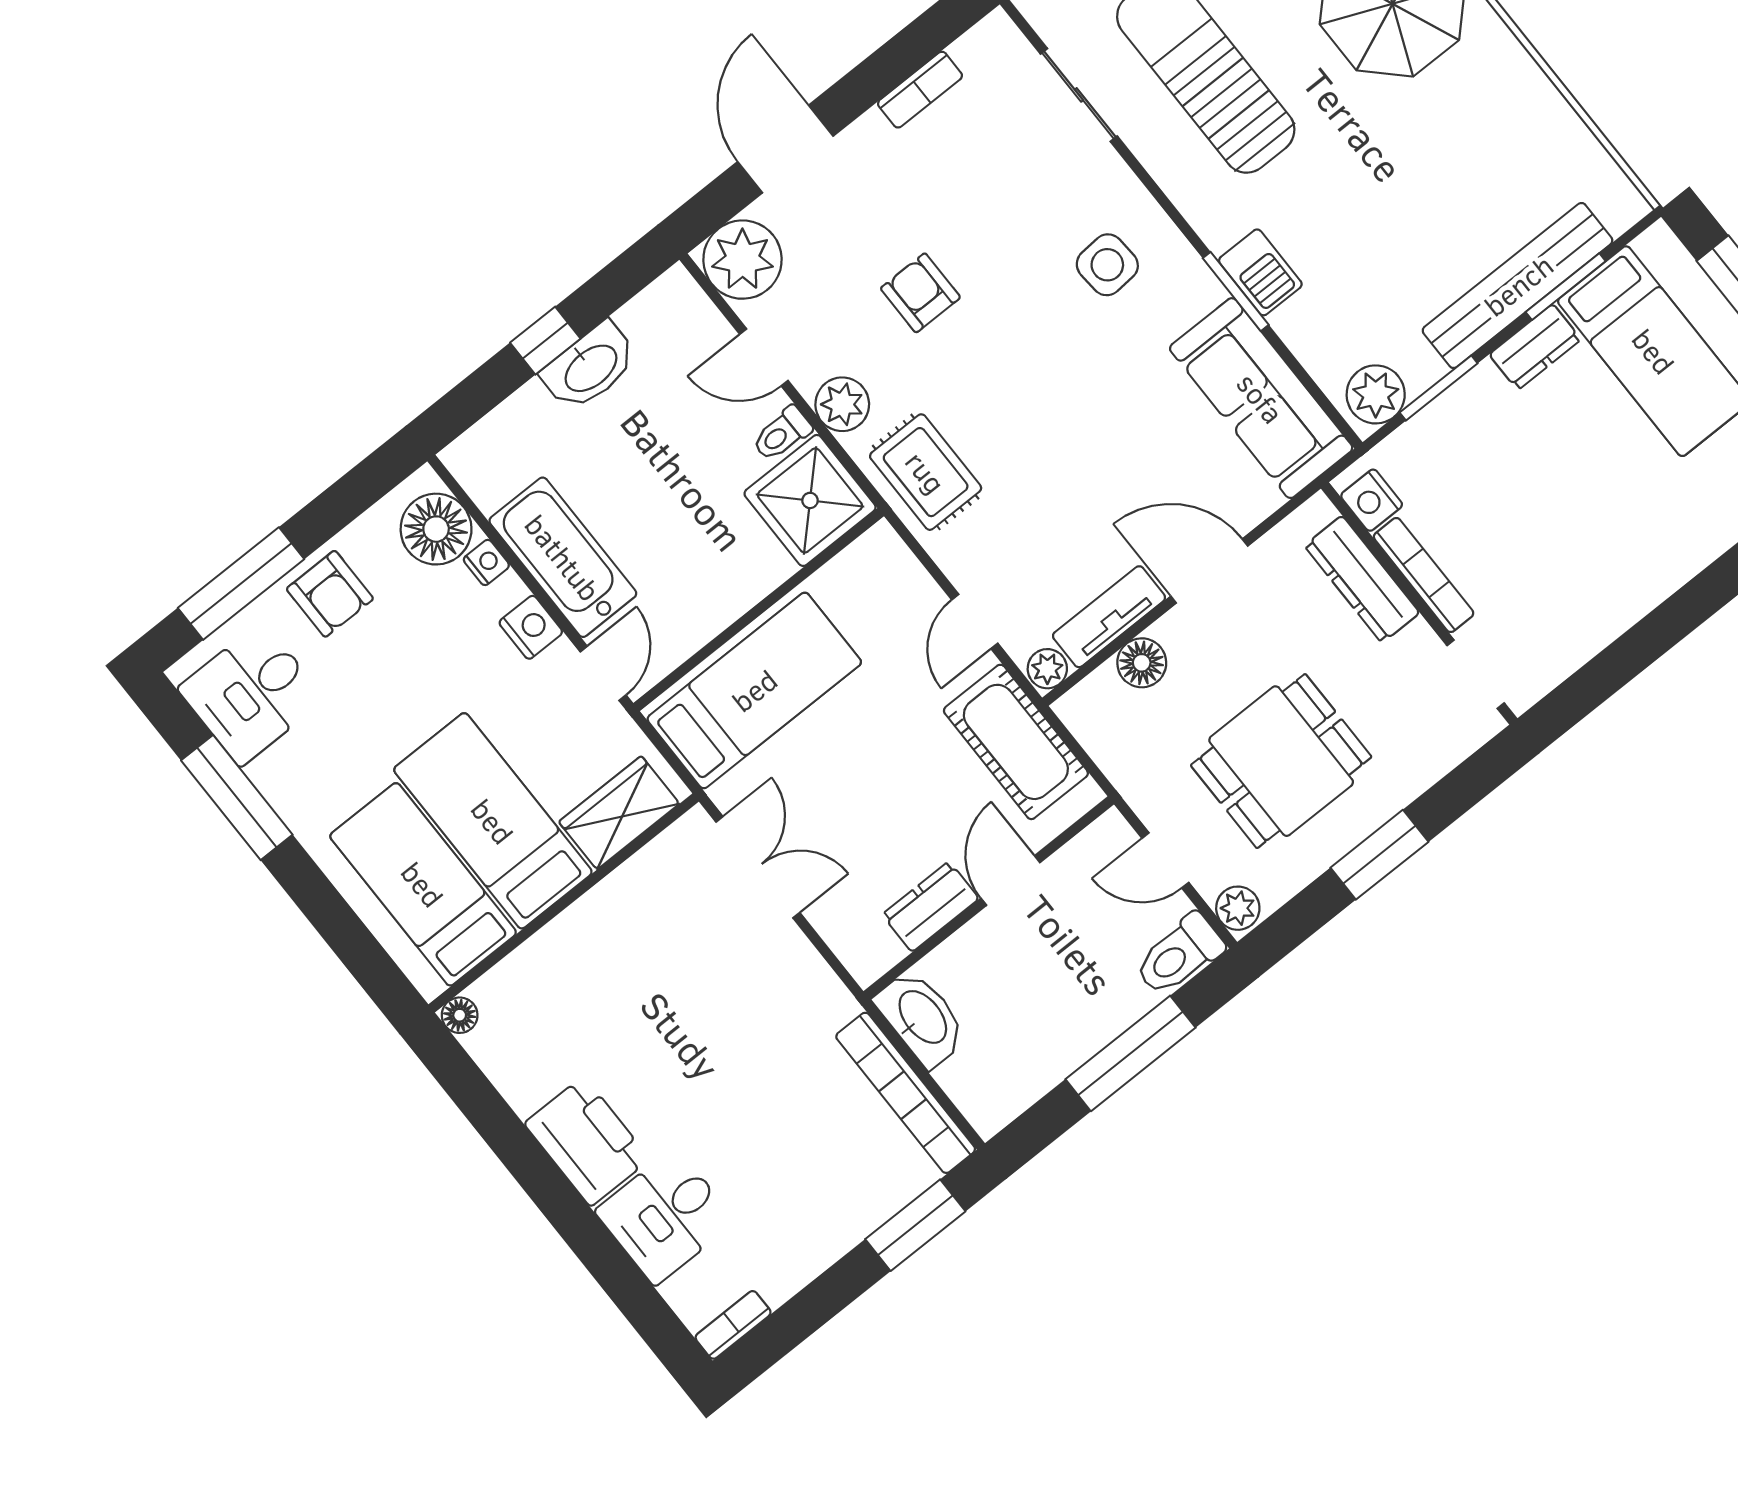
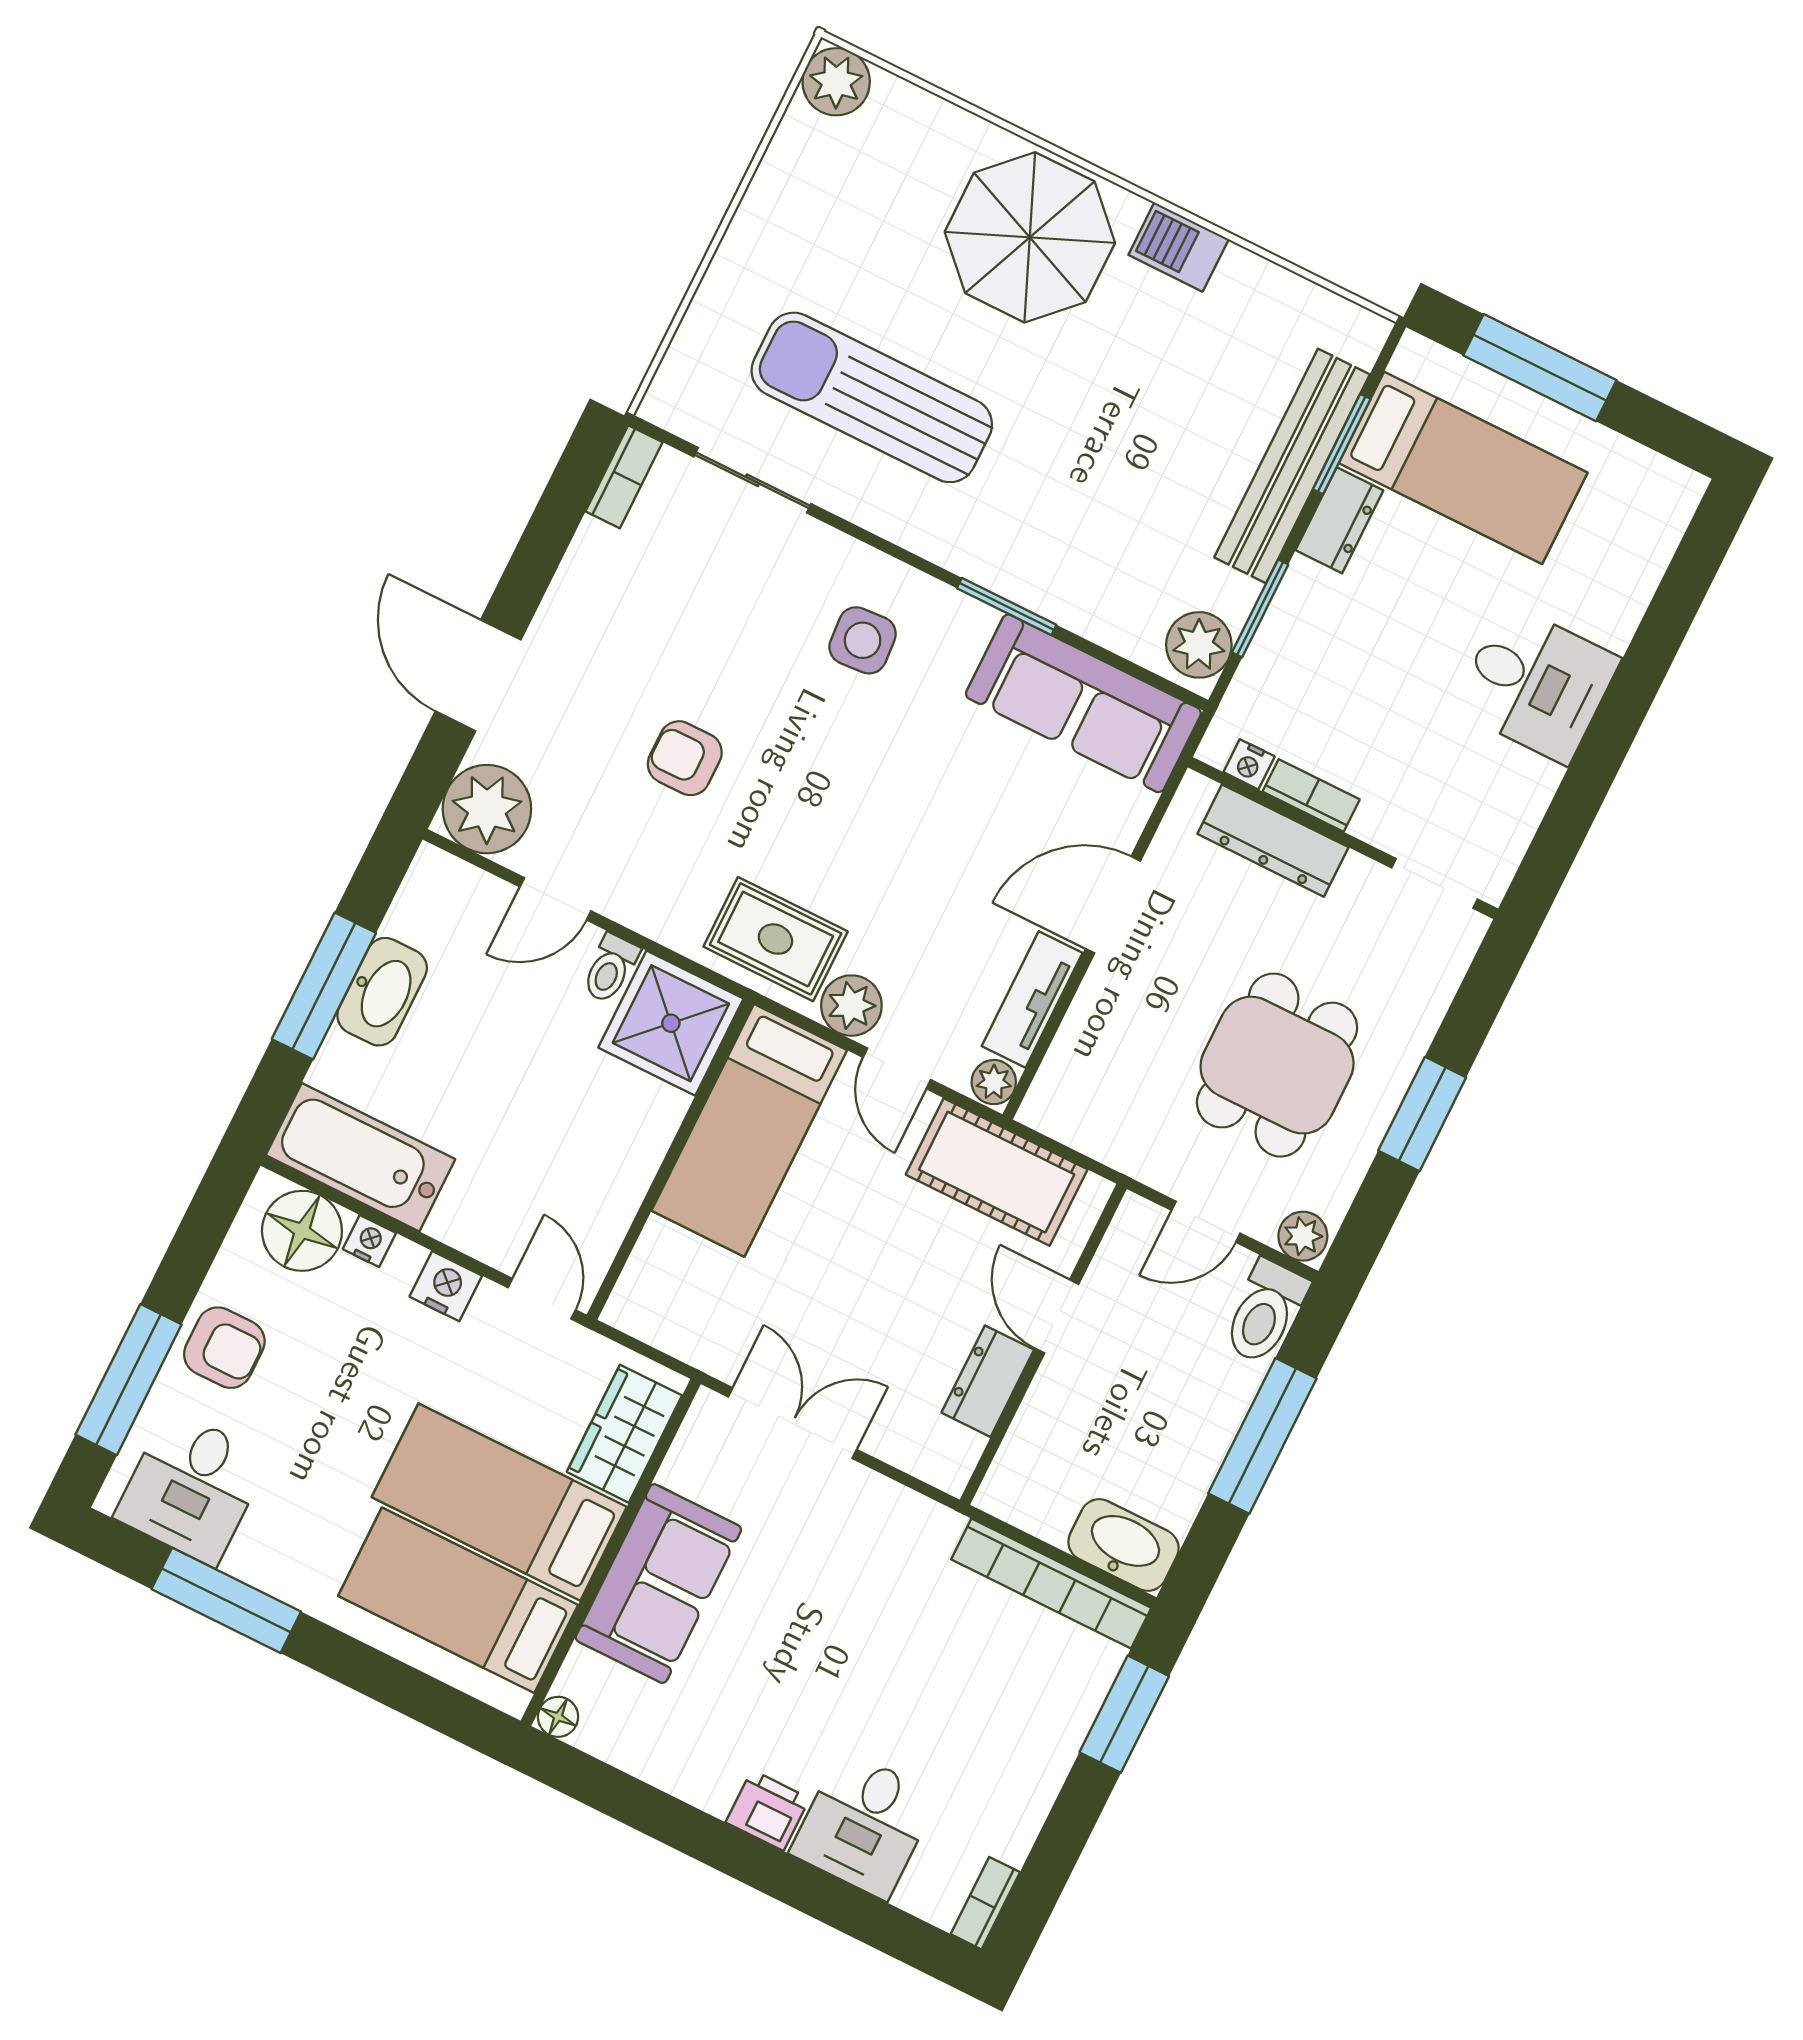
bookcase: (920, 90) -> (624, 477), moved
barbecue: (1260, 272) -> (1179, 247), moved, turned 180
window: (545, 341) -> (324, 986), width x2.17
plant: (842, 404) -> (851, 1006), moved
nightstand: (1372, 500) -> (1249, 764), width x0.72, depth x0.74
desk: (1632, 552) -> (1536, 684), added
bathtub: (563, 557) -> (361, 1157), moved
bookcase: (1424, 575) -> (1311, 795), width x0.64
floor lamp: (1142, 663) -> (1088, 1031), removed
bed: (754, 690) -> (749, 1130), moved, turned 180
sofa: (590, 946) -> (658, 1584), added
washbasin: (921, 1018) -> (1123, 1545), moved
printer: (587, 1141) -> (768, 1810), width x0.53, depth x0.68

